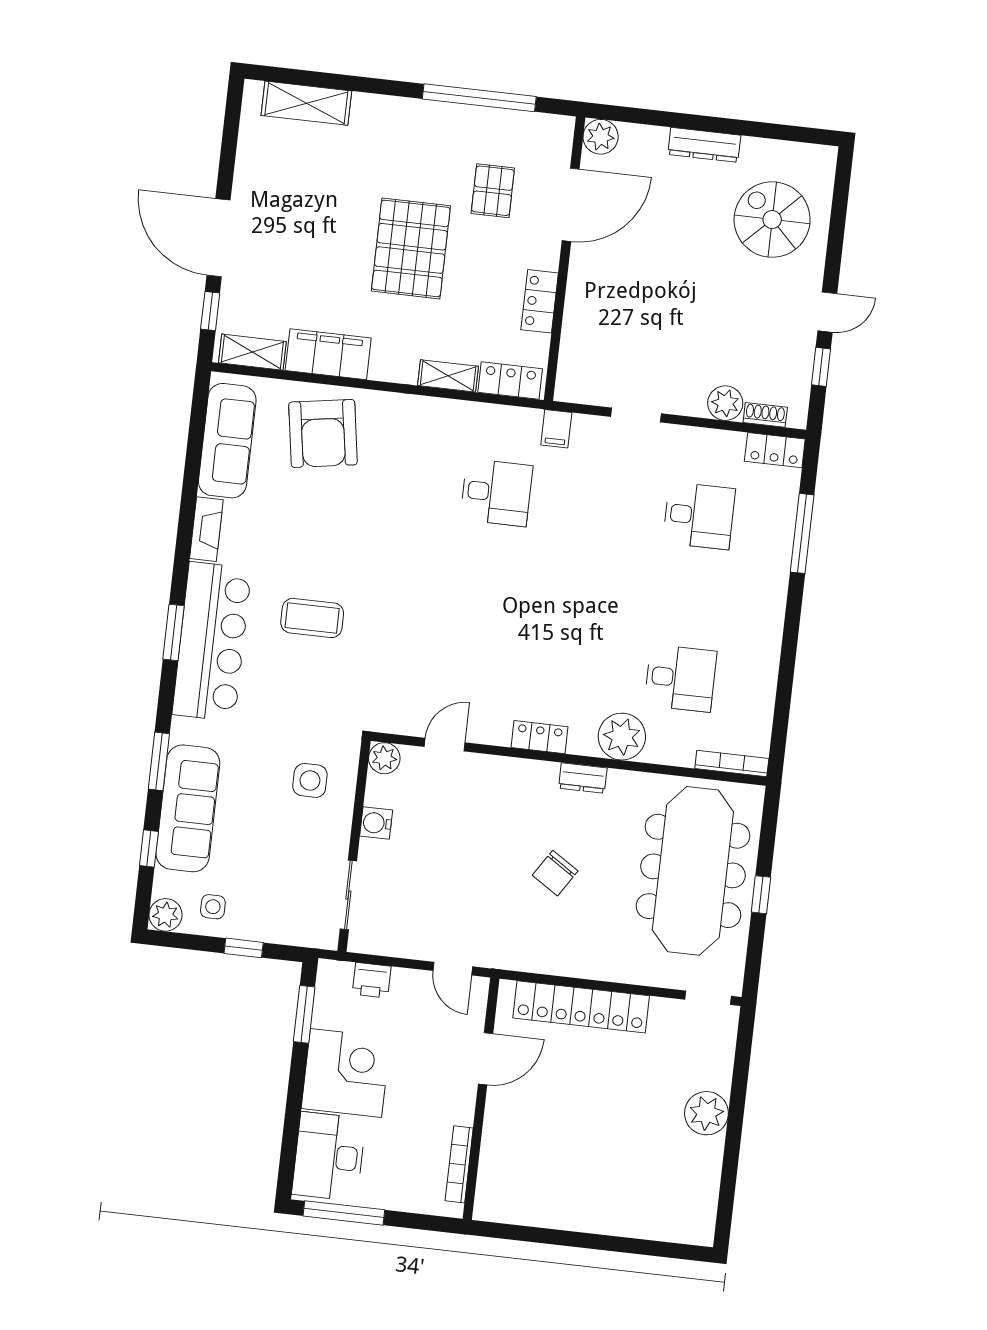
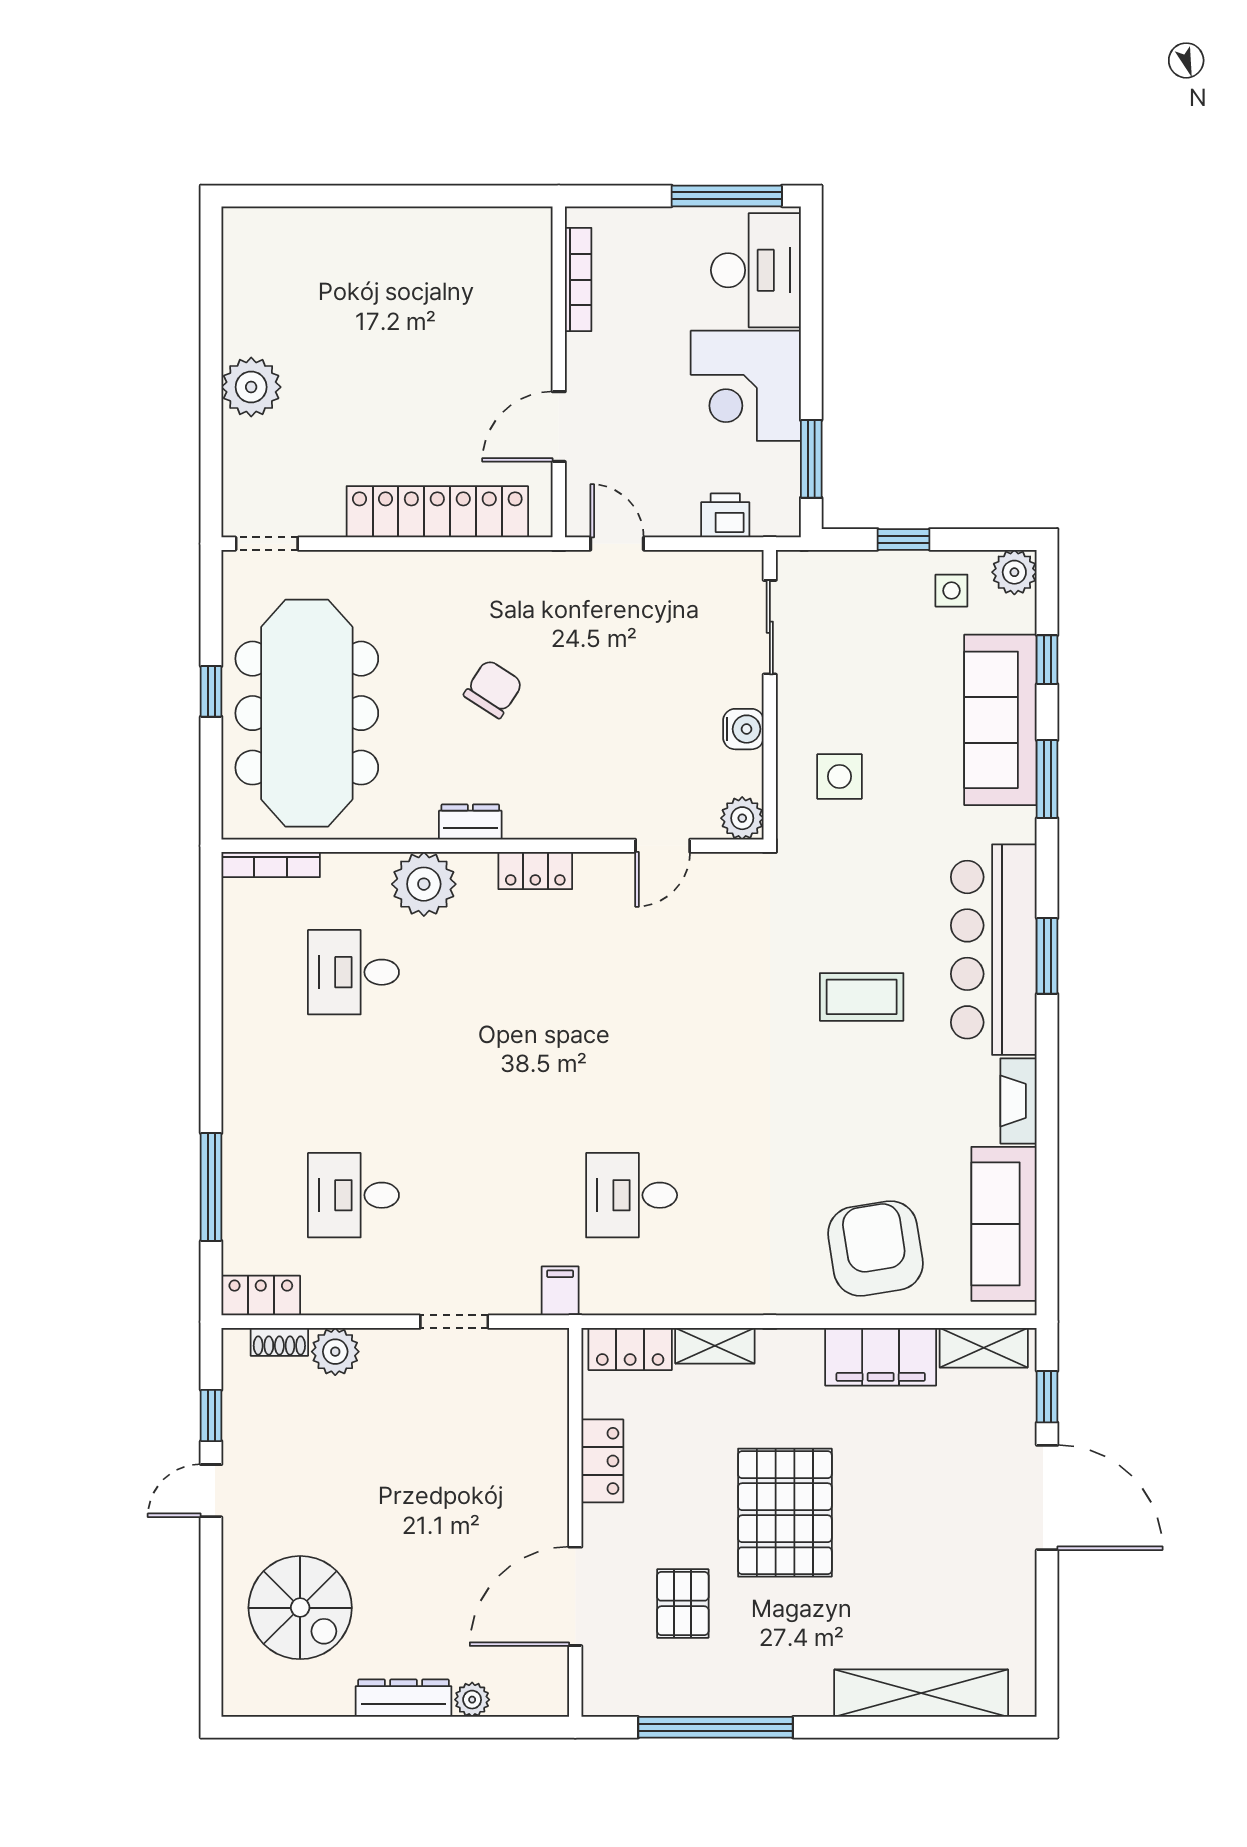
shelving: (306, 103) -> (921, 1693), width x1.47
plant: (601, 137) -> (472, 1700), moved, width x0.73, depth x0.73

